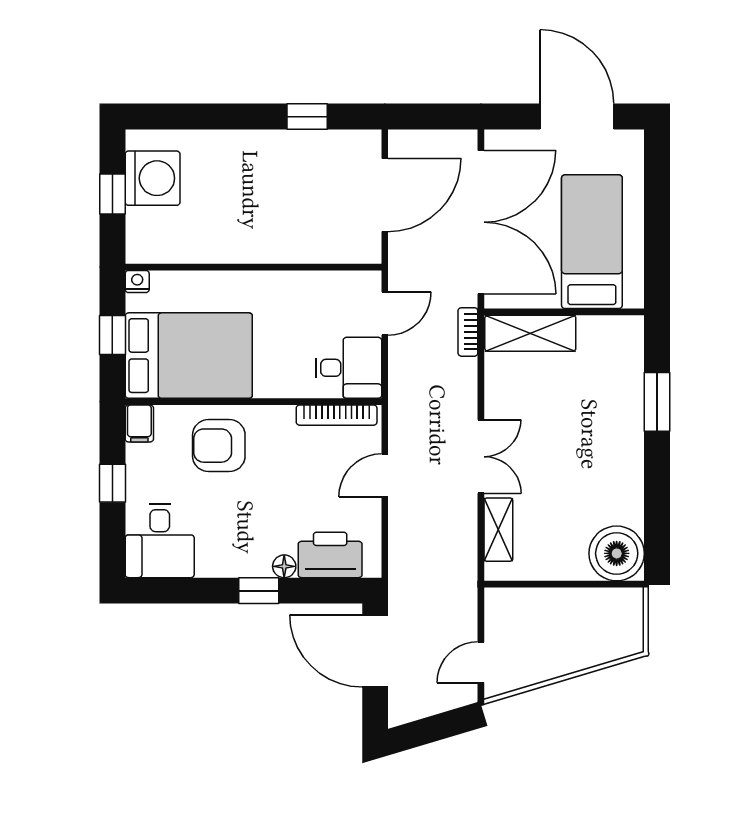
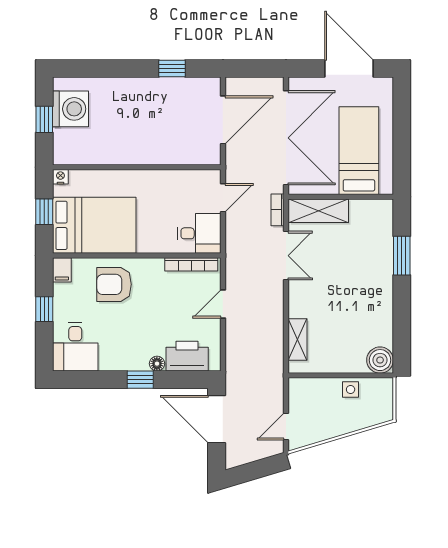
double door: (481, 457) -> (286, 256), moved
boiler: (617, 553) -> (380, 360), width x0.73, depth x0.73
side table: (579, 606) -> (351, 389), added

